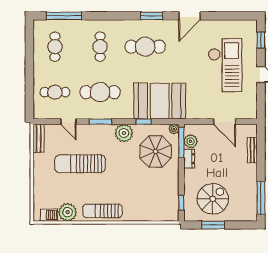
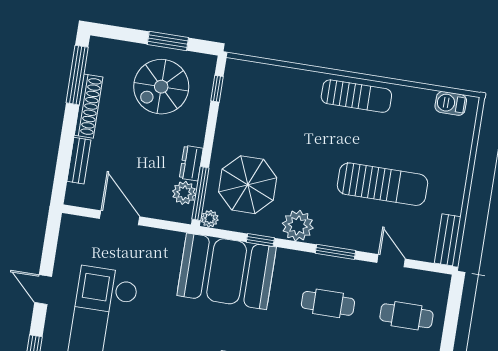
cafe table: (100, 92) -> (328, 303), width x0.73, depth x0.74
shoe rack: (252, 181) -> (89, 106), added
plant: (68, 212) -> (418, 103), removed

